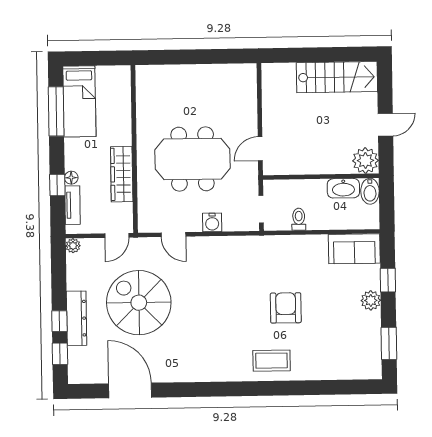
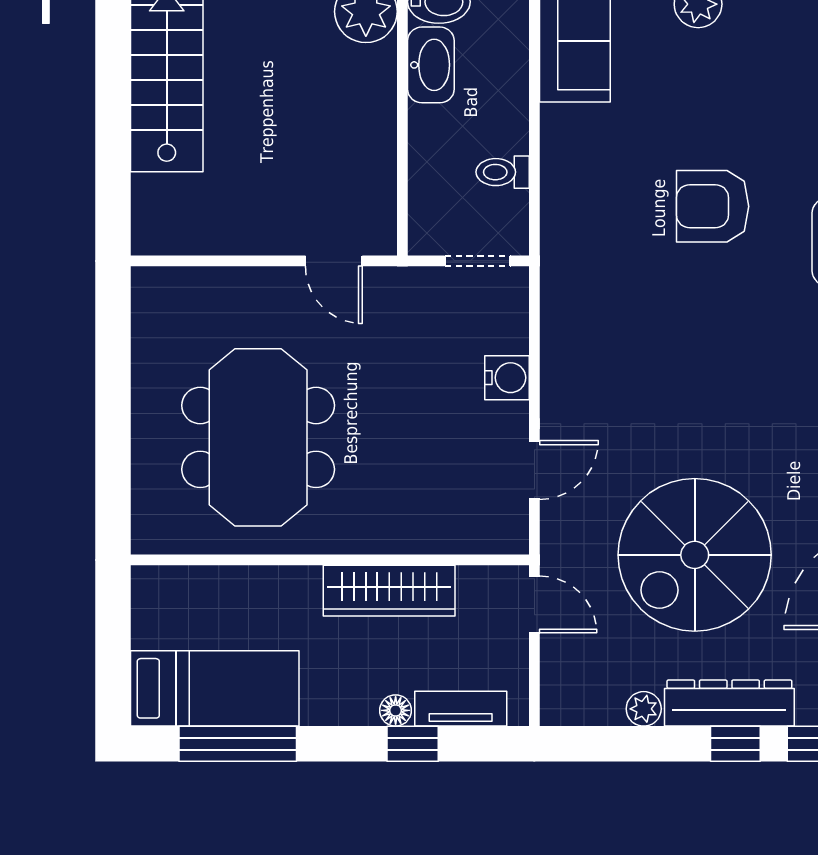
meeting table: (193, 159) -> (258, 437), moved
plant: (73, 246) -> (644, 709), moved

